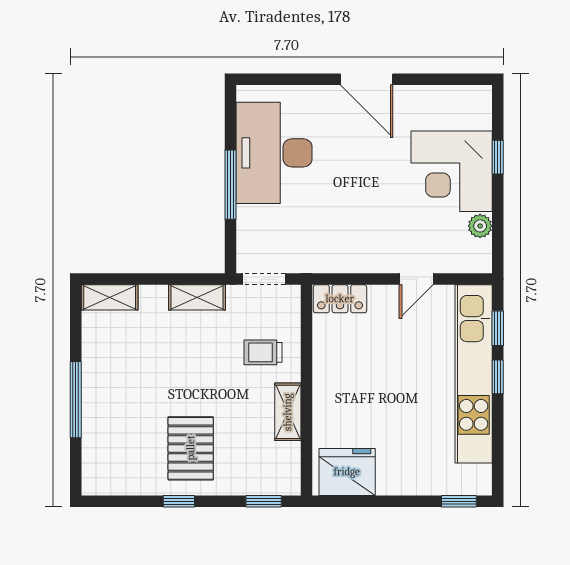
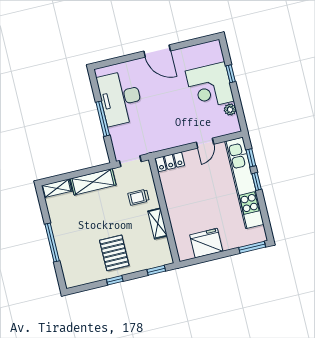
shelving: (197, 297) -> (93, 182), width x1.50, depth x1.33
fridge: (347, 472) -> (206, 243), moved
window: (459, 501) -> (252, 247), width x1.50

